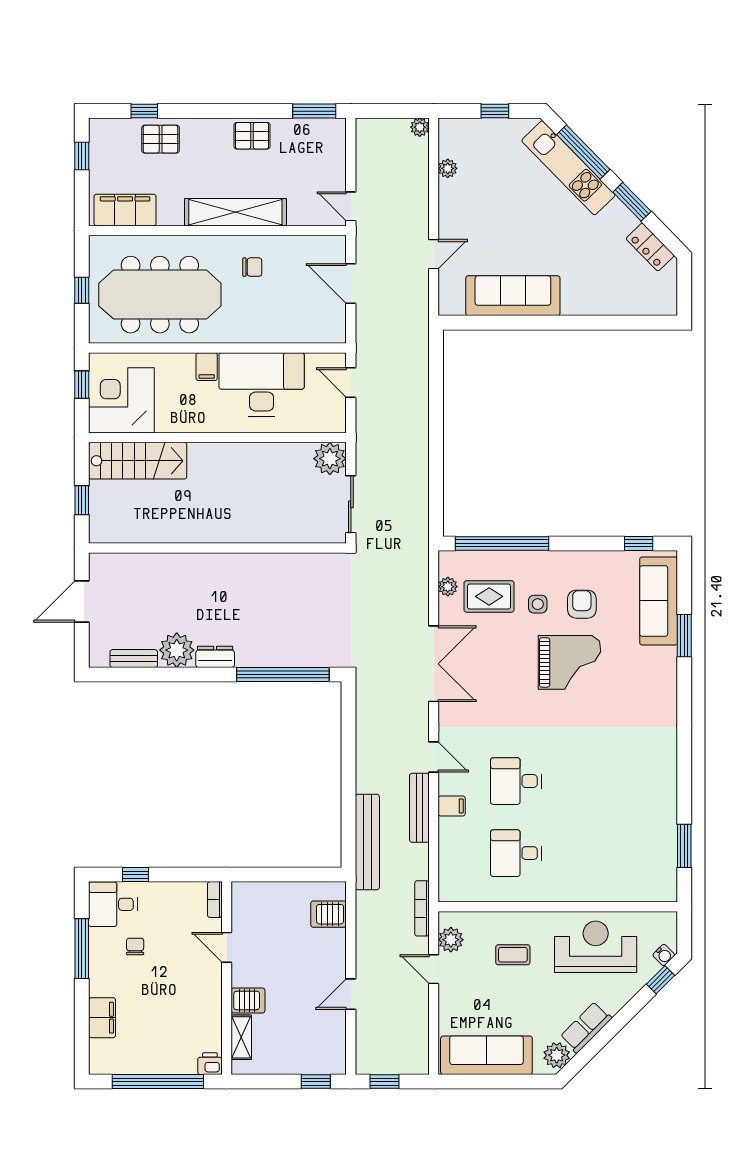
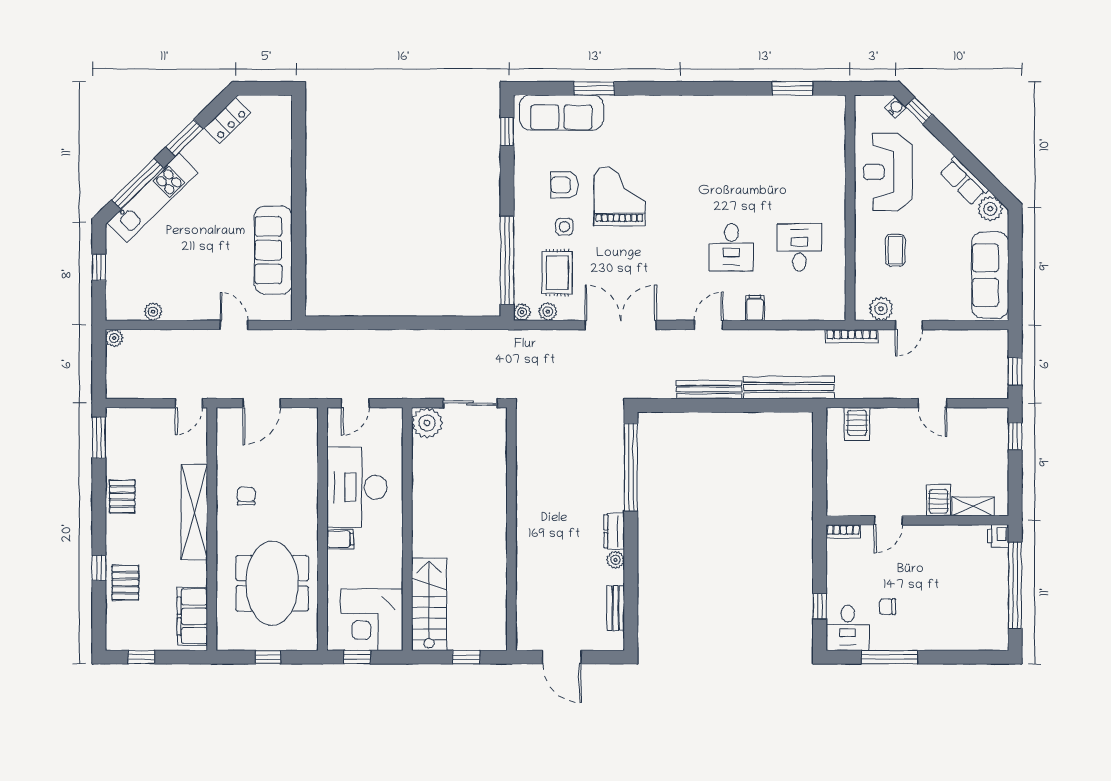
window: (144, 111) -> (99, 568), moved
meeting table: (160, 295) -> (272, 583), width x0.73
plant: (447, 559) -> (522, 312), added
plant: (177, 650) -> (615, 560), width x0.53, depth x0.53
bench: (419, 808) -> (709, 390), moved
desk: (516, 853) -> (799, 247), turned 180
filing cabinet: (102, 1018) -> (955, 638), removed

